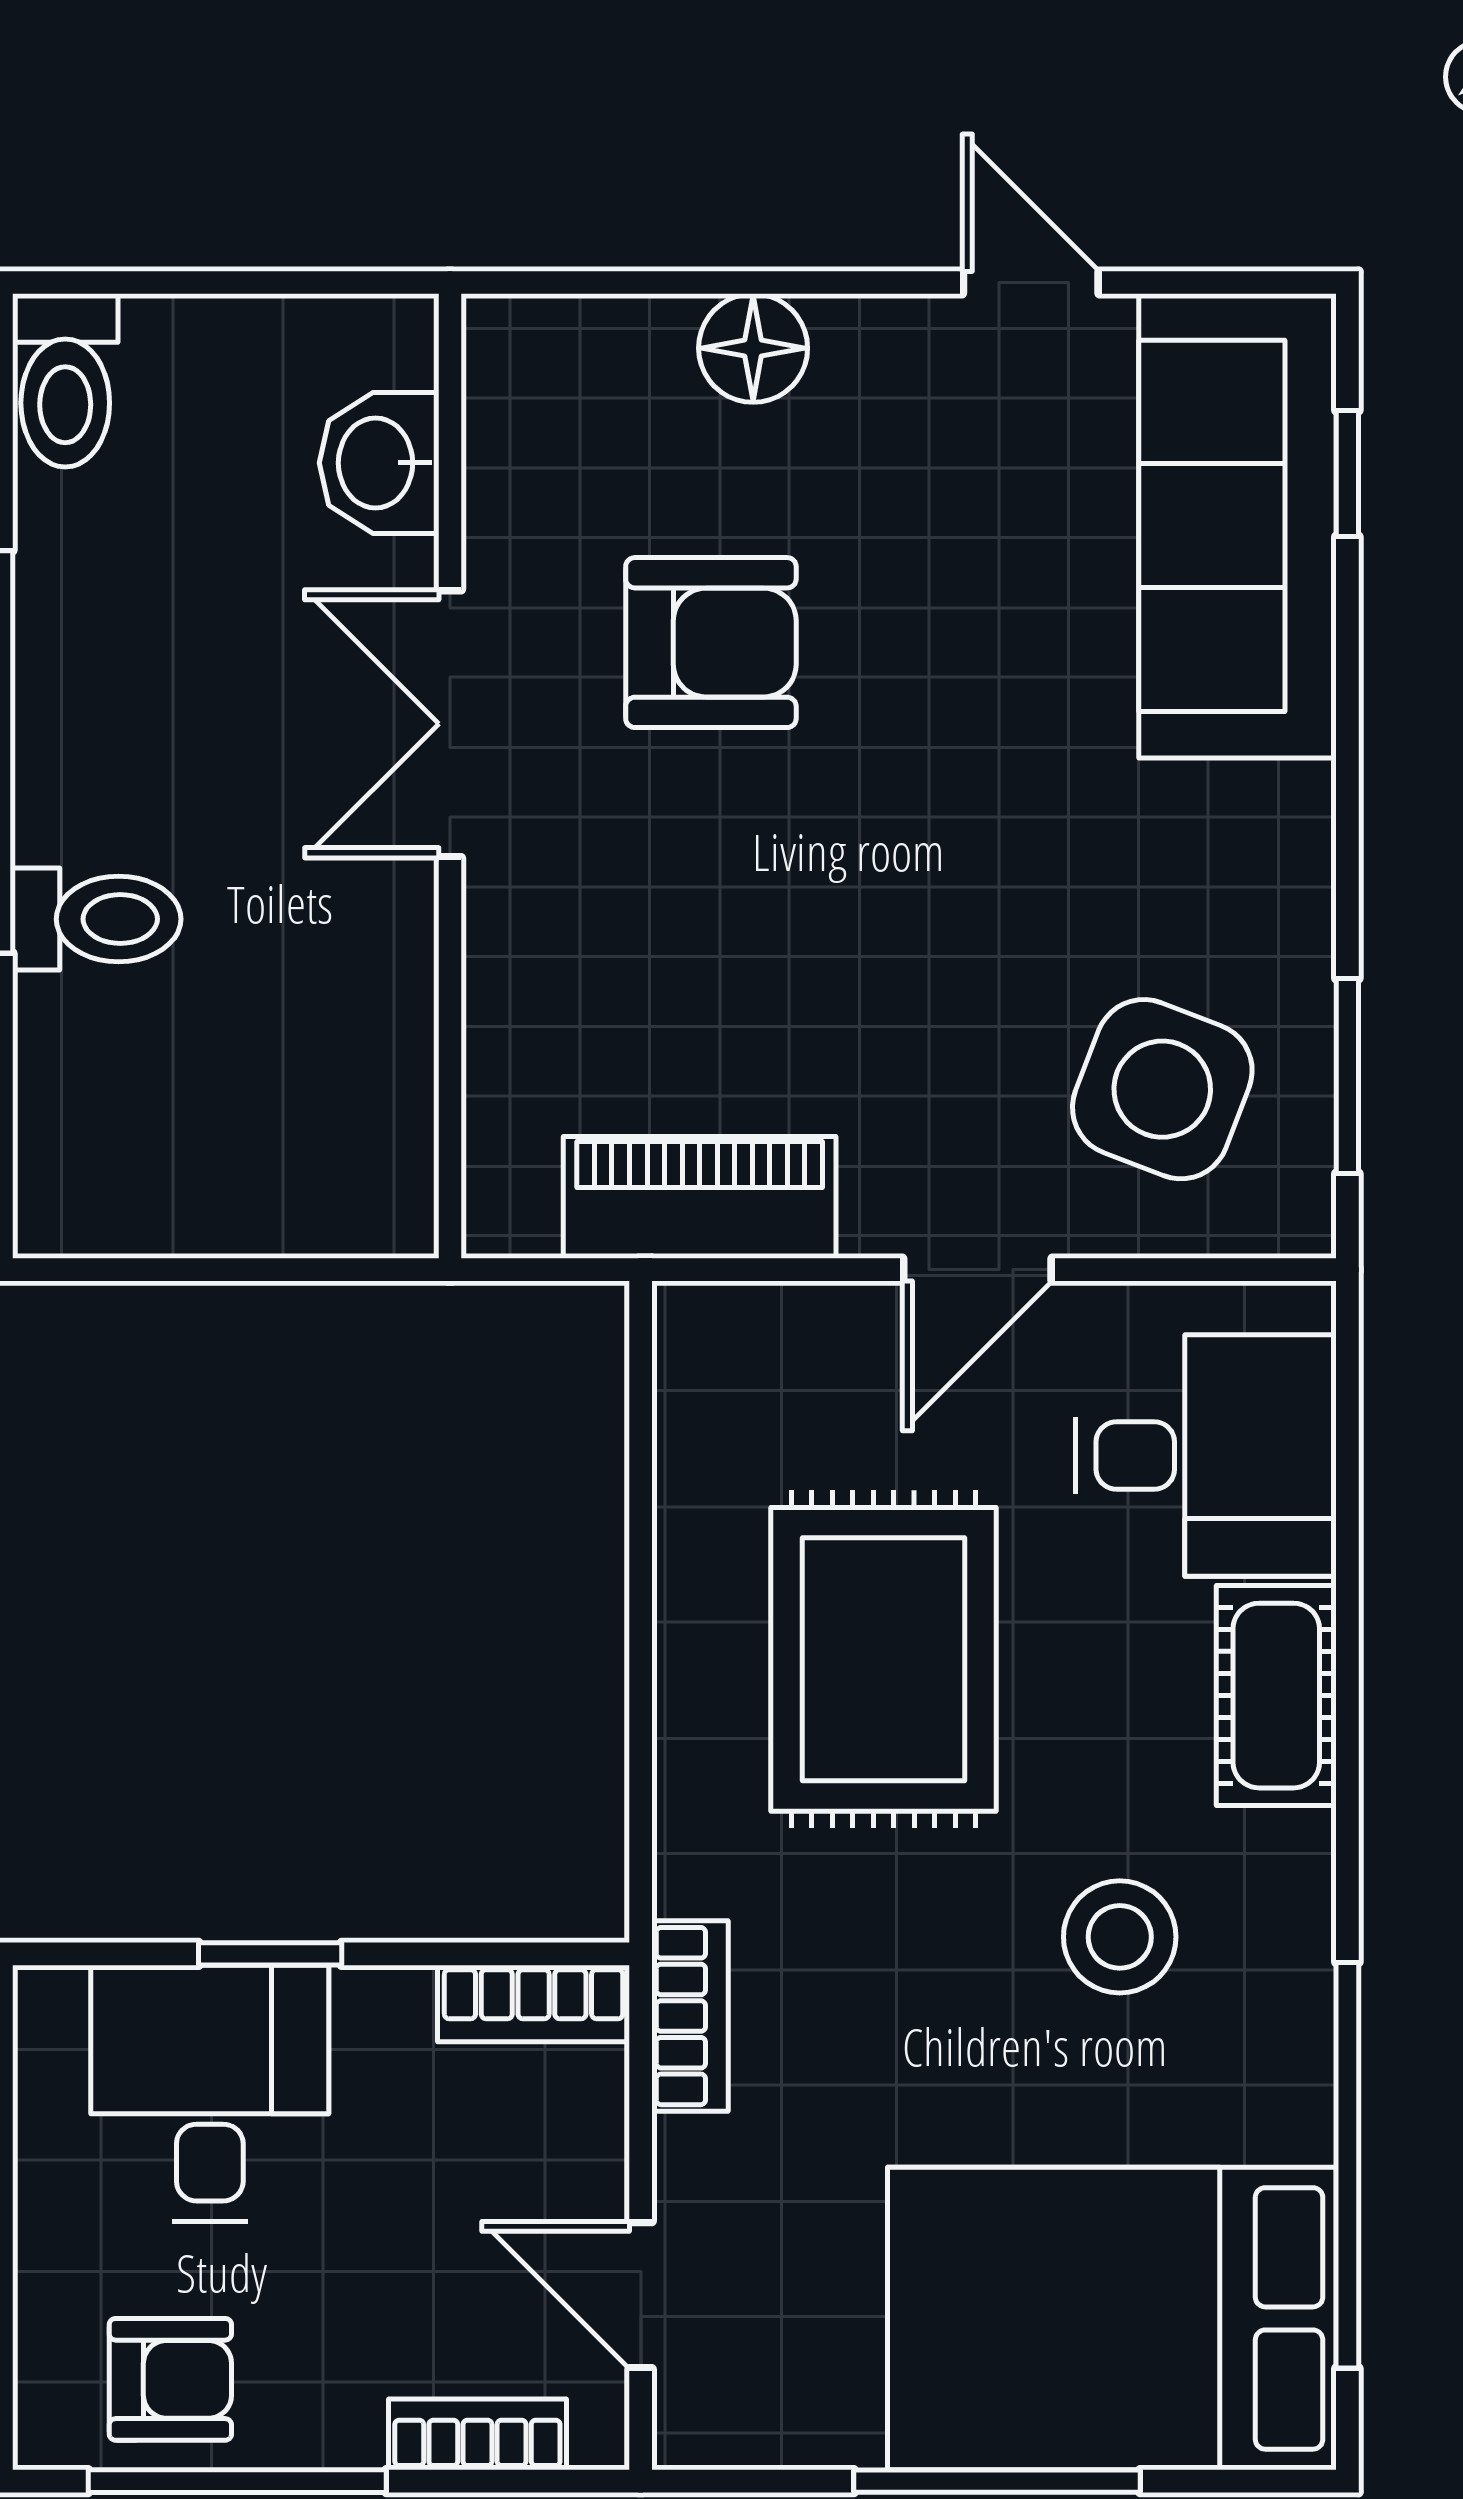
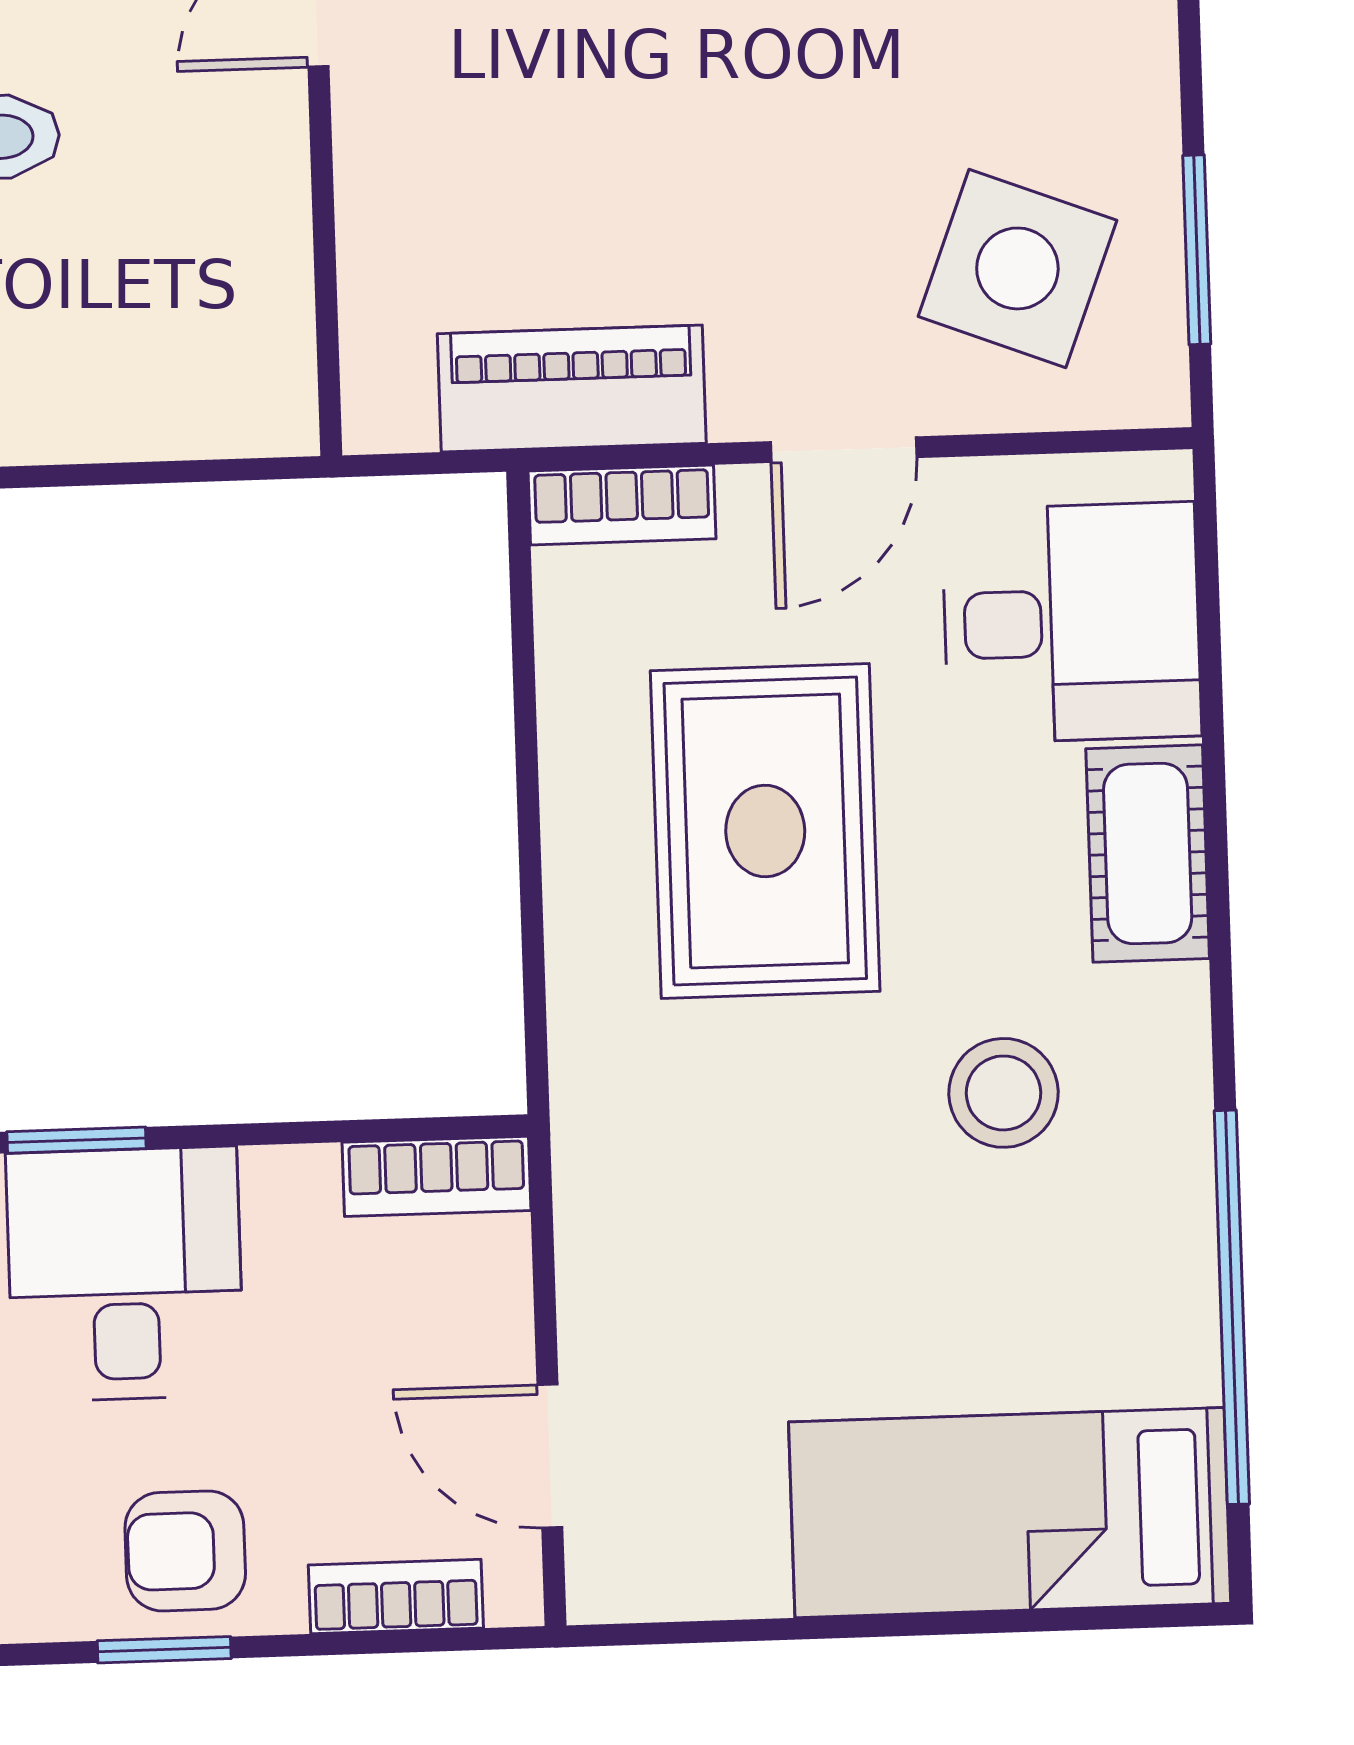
window: (270, 1954) -> (76, 1140), moved
bookcase: (690, 2016) -> (622, 505), moved, turned 90
bed: (1112, 2318) -> (1010, 1513), width x0.67
armchair: (170, 2379) -> (185, 1551), moved, turned 180
window: (237, 2481) -> (164, 1650), width x0.46
window: (997, 2481) -> (902, 1625), removed

